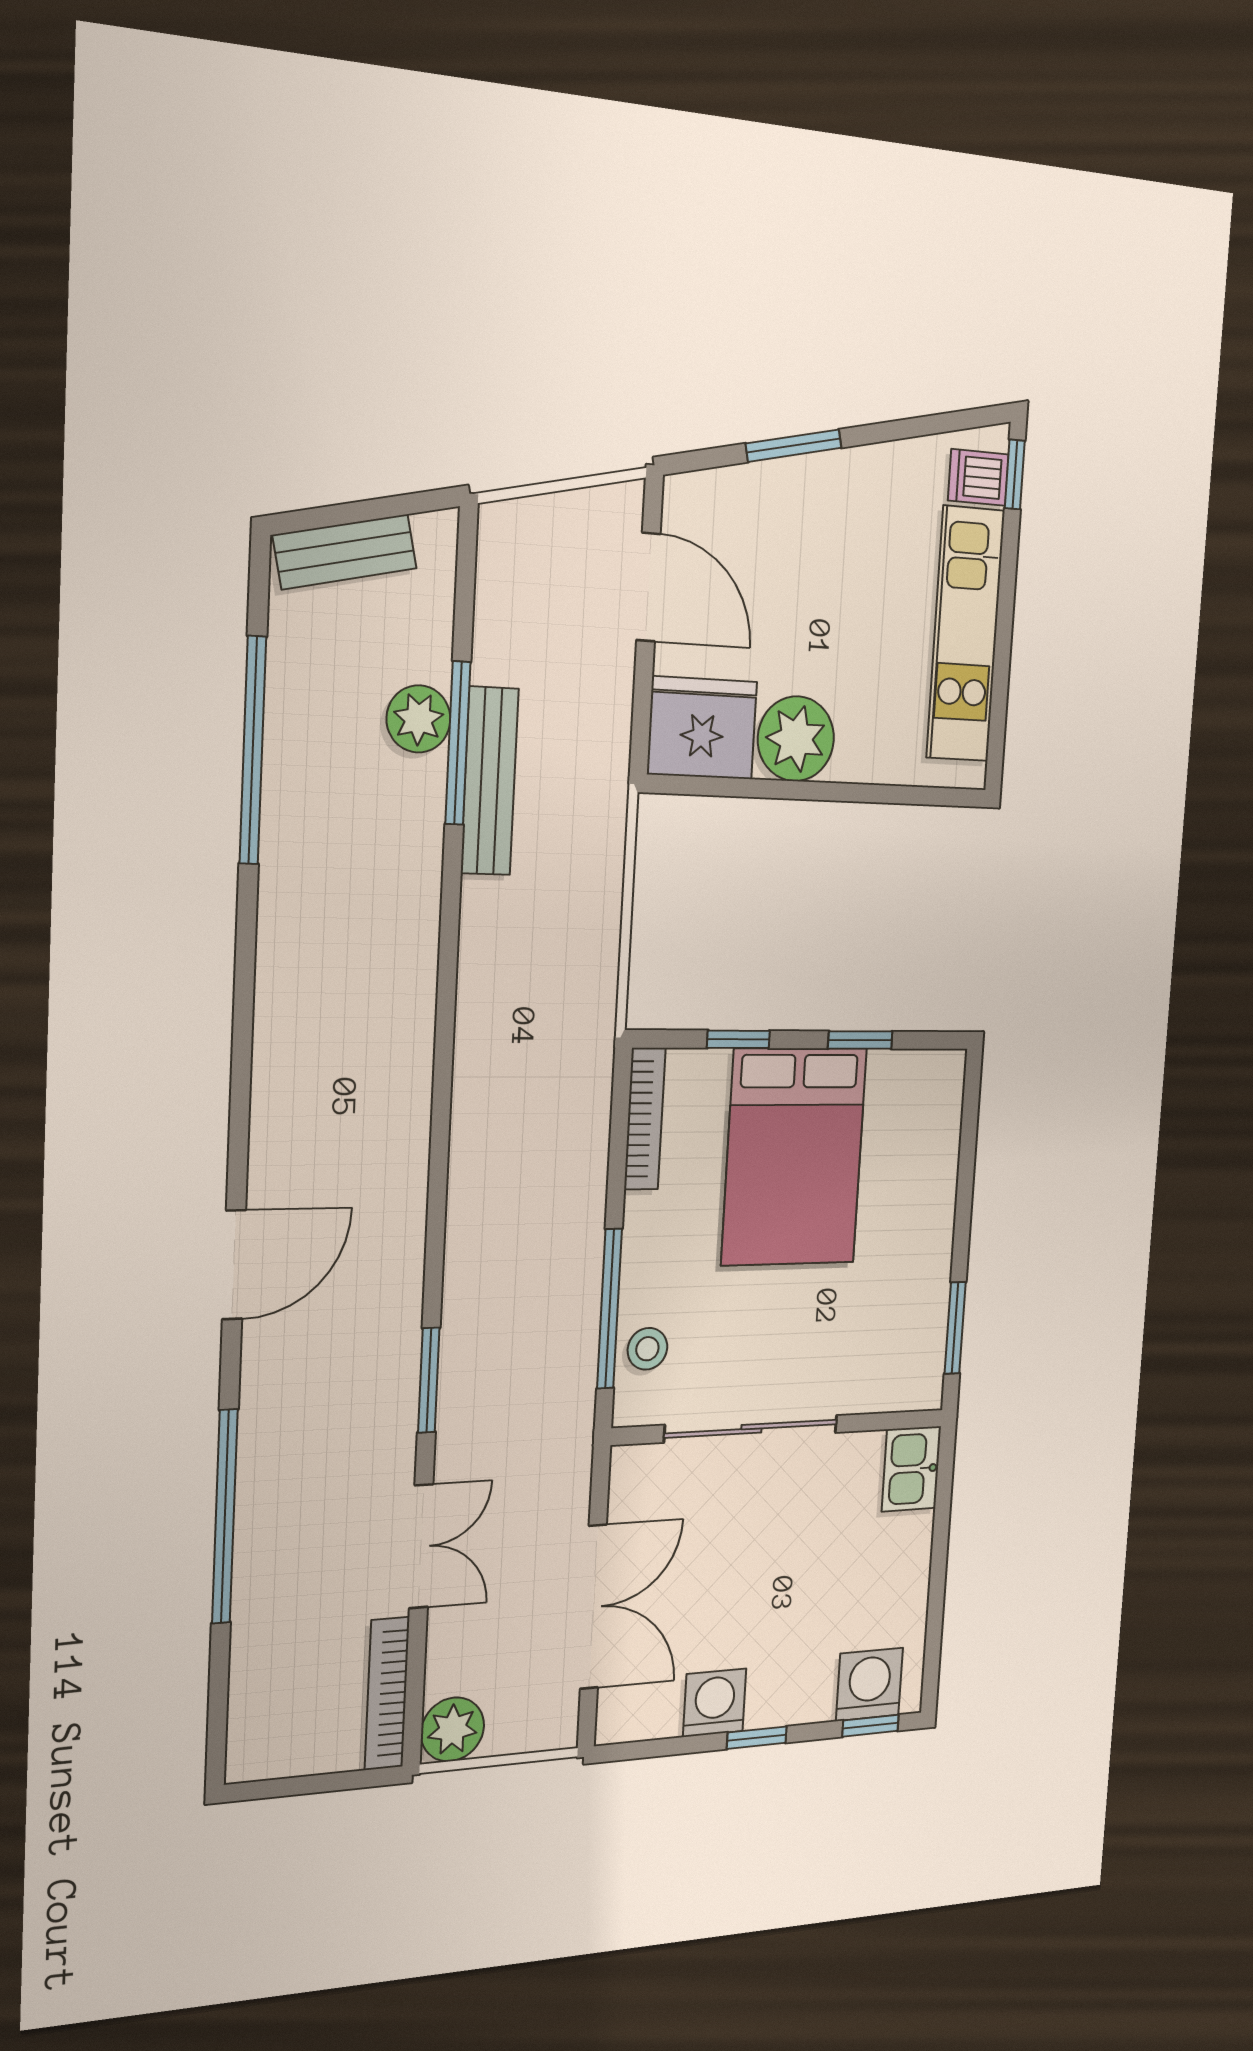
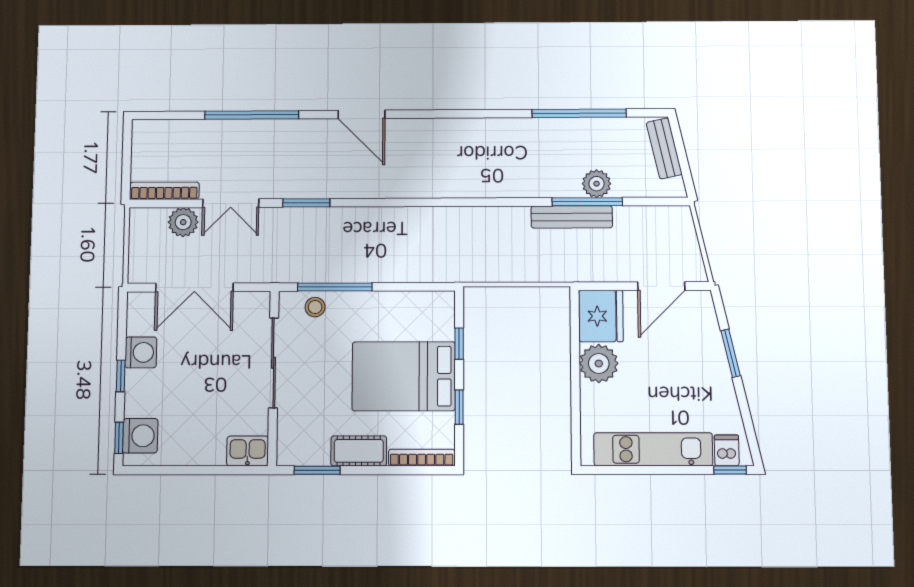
bookcase: (645, 1119) -> (422, 458), moved, turned 180
cot: (927, 1246) -> (359, 451), added
plant: (453, 1729) -> (183, 222), moved

